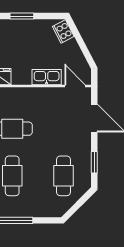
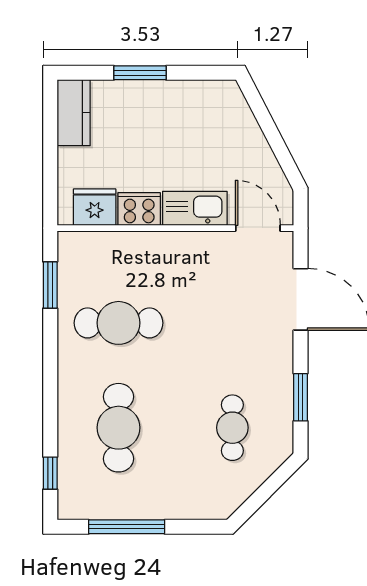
cooker: (63, 31) -> (139, 209), moved, turned 117
cafe table: (63, 176) -> (232, 428), width x0.73, depth x0.74

